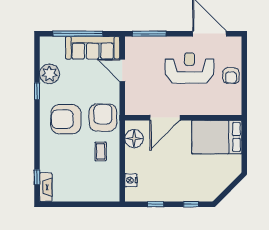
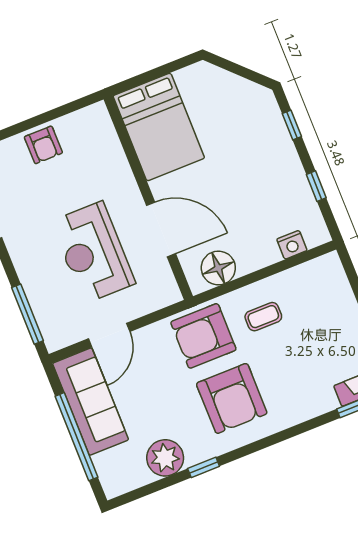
reception desk: (190, 68) -> (93, 252), moved
armchair: (231, 76) -> (43, 145), turned 90

